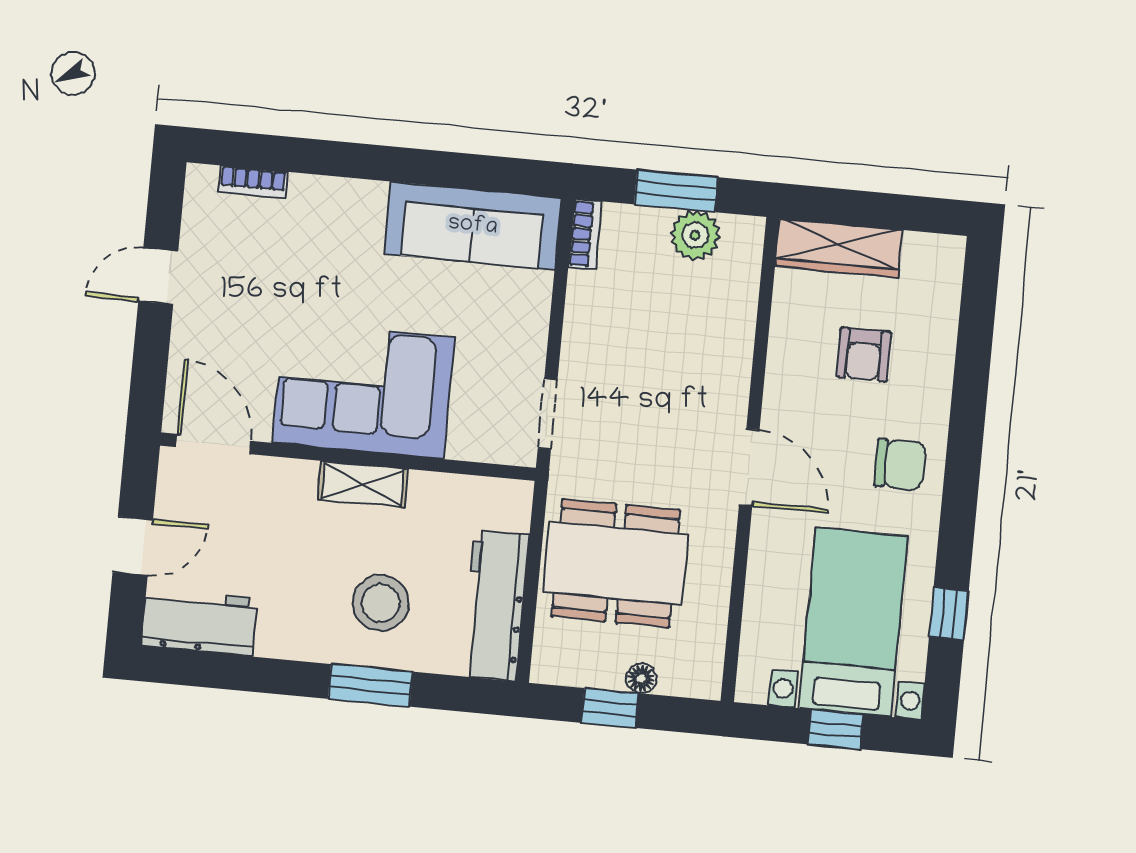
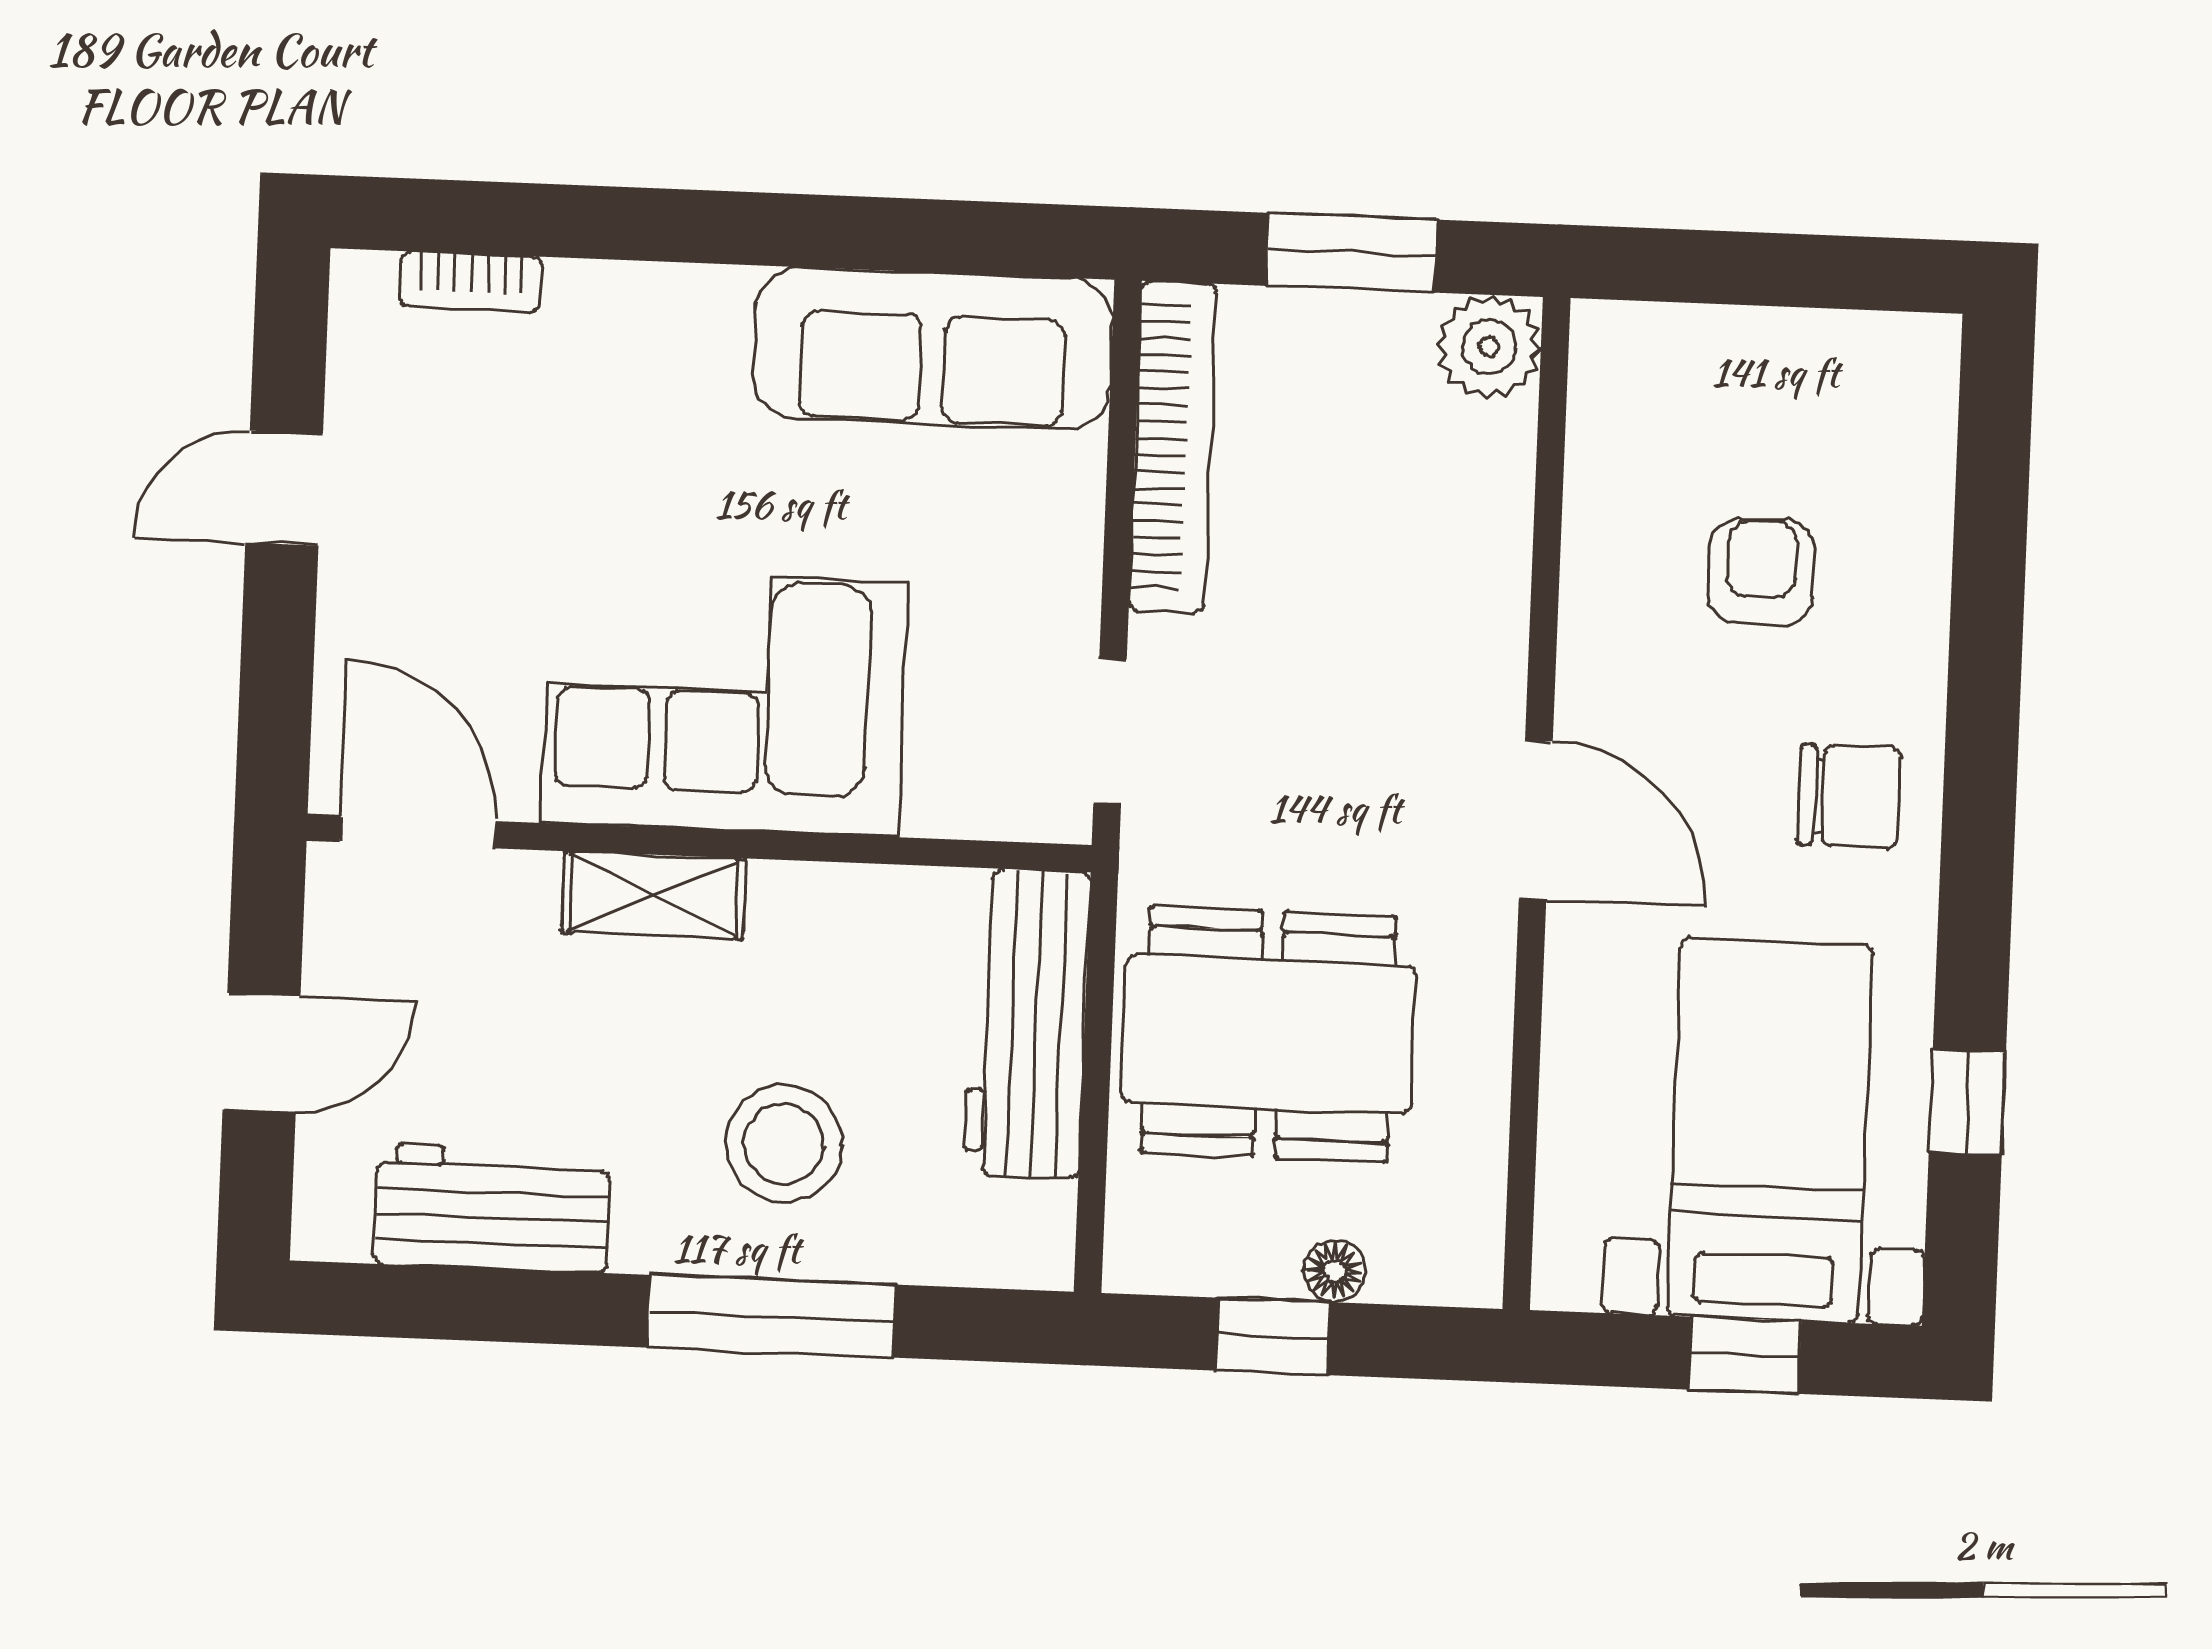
bookcase: (585, 234) -> (1173, 447), width x2.31, depth x1.31
plant: (695, 235) -> (1489, 347), moved
wardrobe: (839, 248) -> (1697, 353), removed
armchair: (864, 354) -> (1761, 572), turned 180
shelving: (363, 484) -> (654, 896), moved
workbench: (495, 606) -> (1027, 1023), moved
workbench: (199, 623) -> (493, 1208), moved
window: (370, 685) -> (772, 1316), width x1.44

